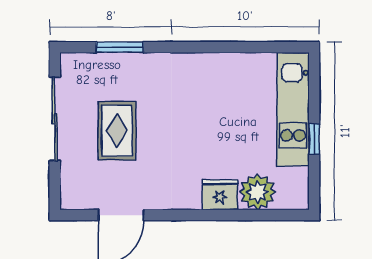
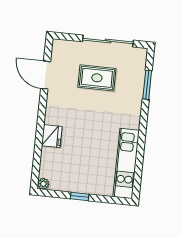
kitchen unit: (293, 109) -> (126, 163), moved, turned -90
plant: (258, 192) -> (43, 184), moved, width x0.53, depth x0.53

